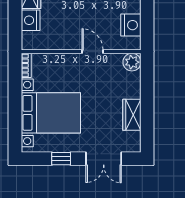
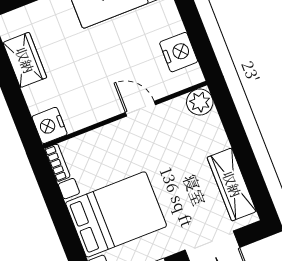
nightstand: (31, 20) -> (50, 125), moved
wardrobe: (132, 115) -> (232, 184), width x1.50

